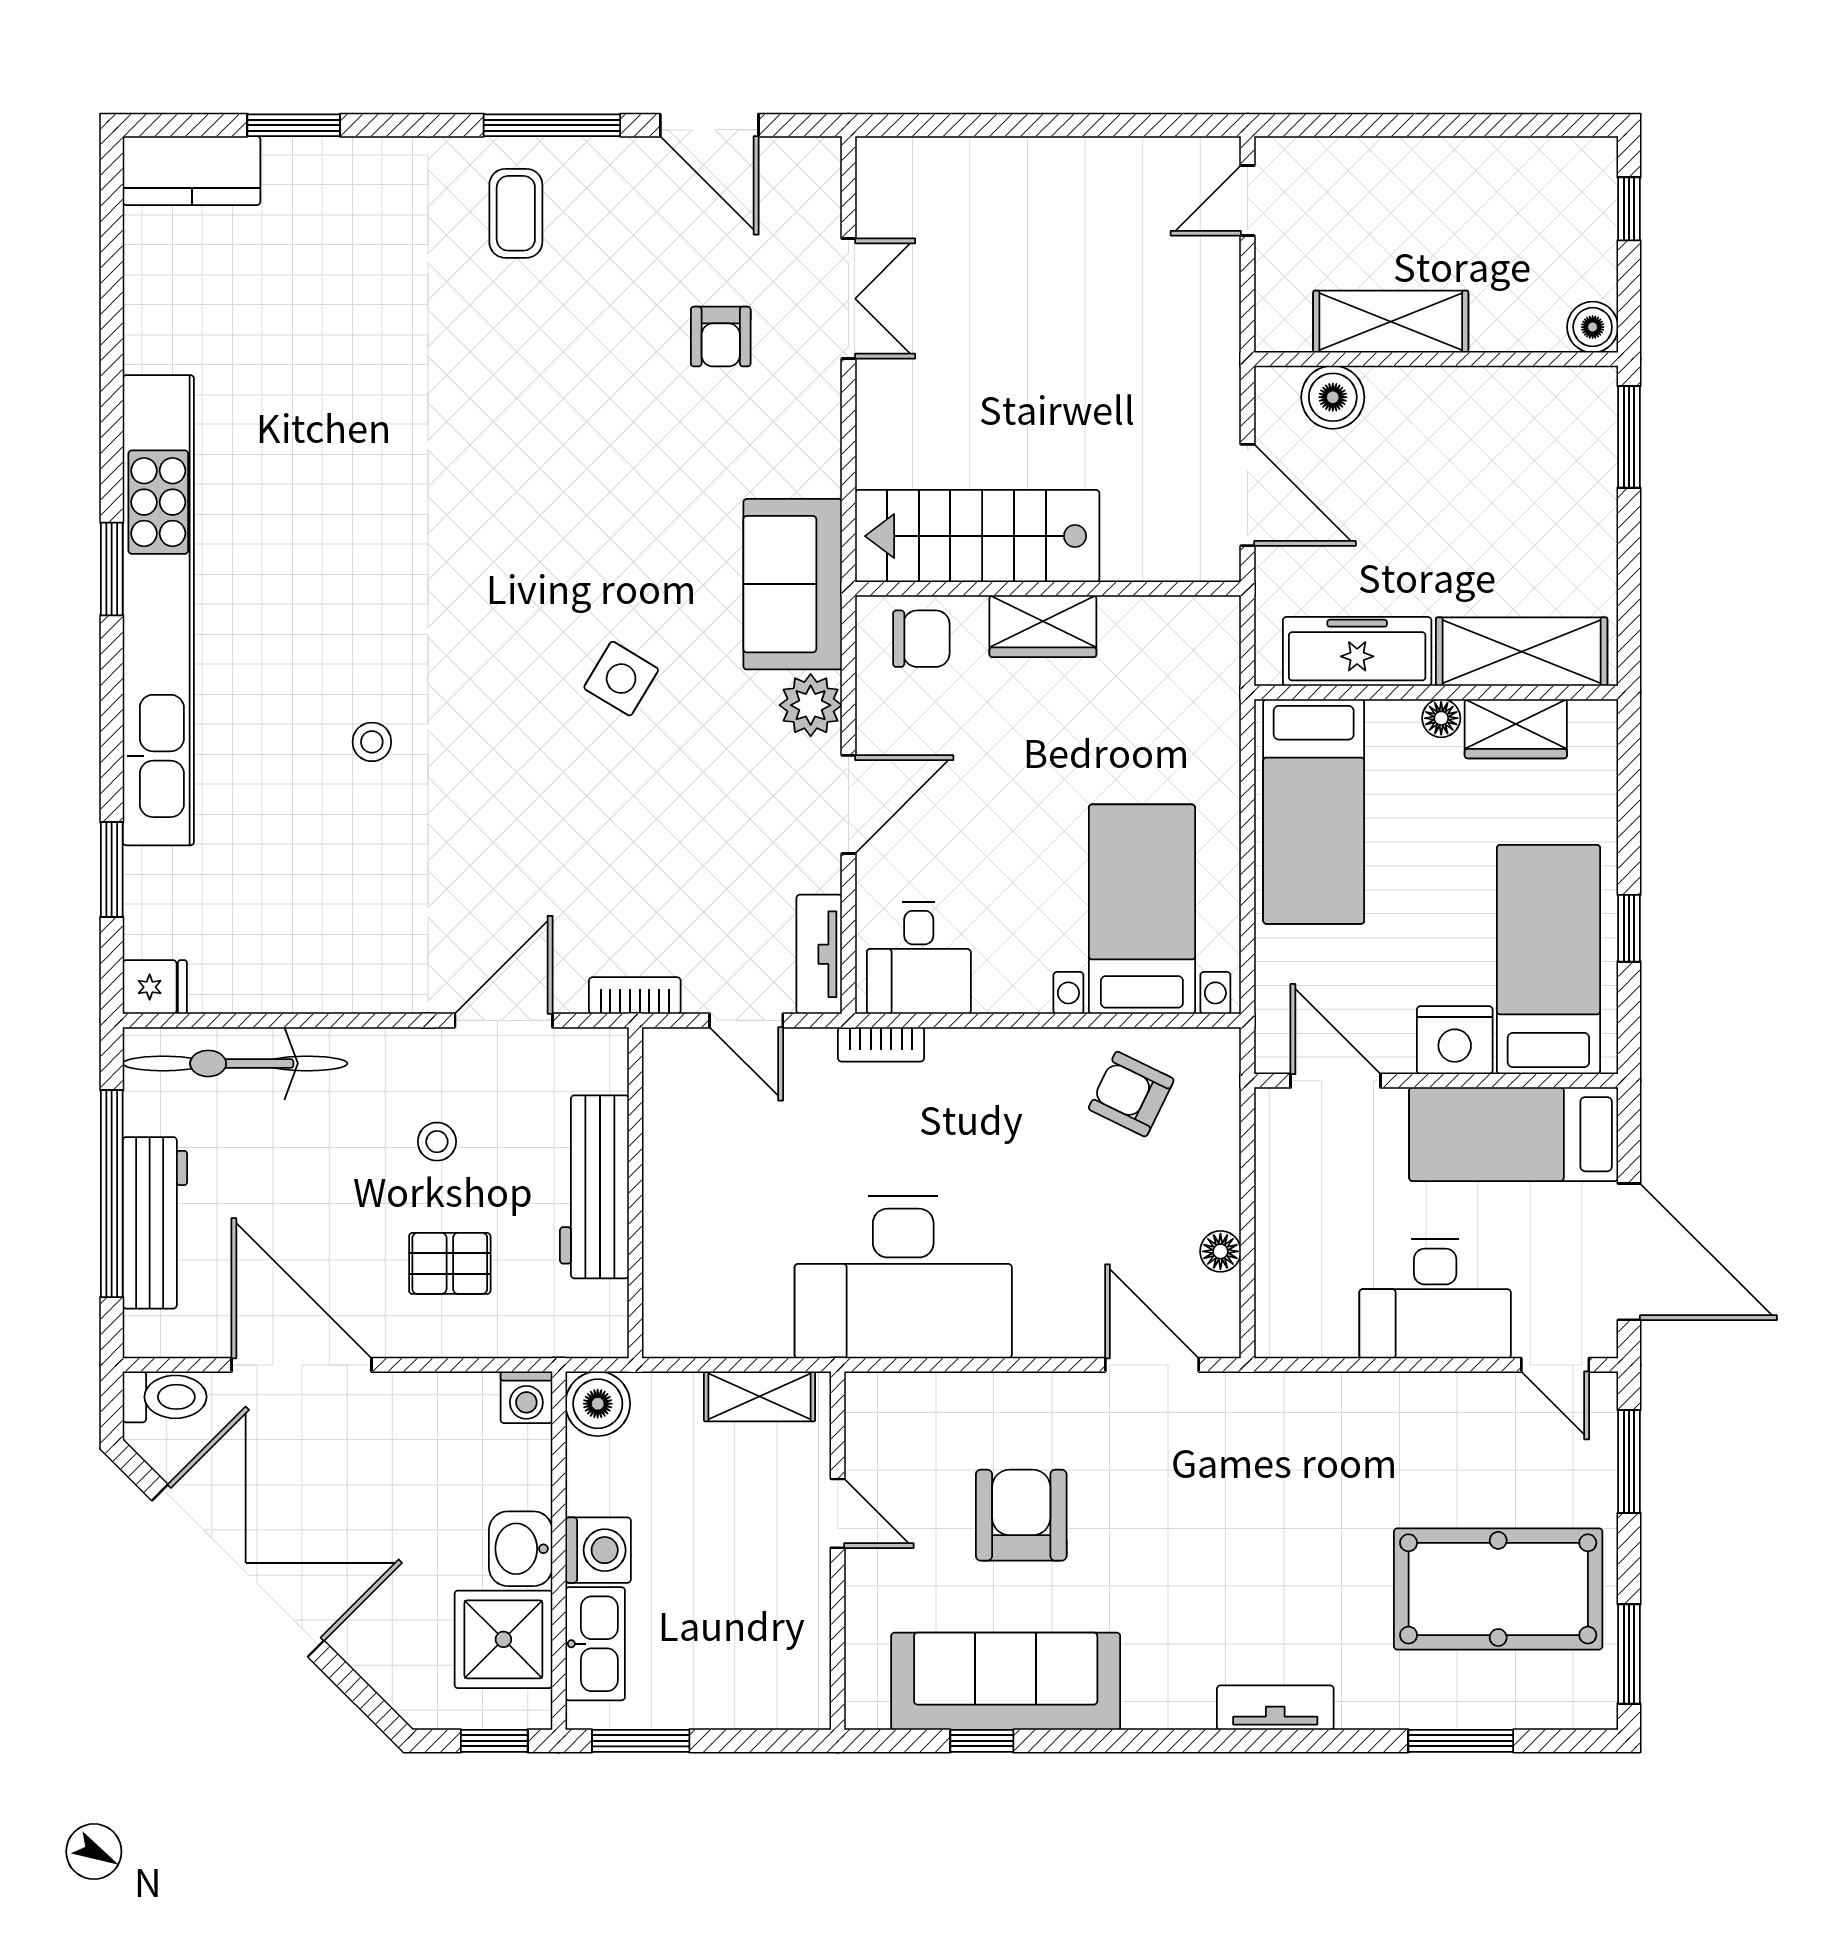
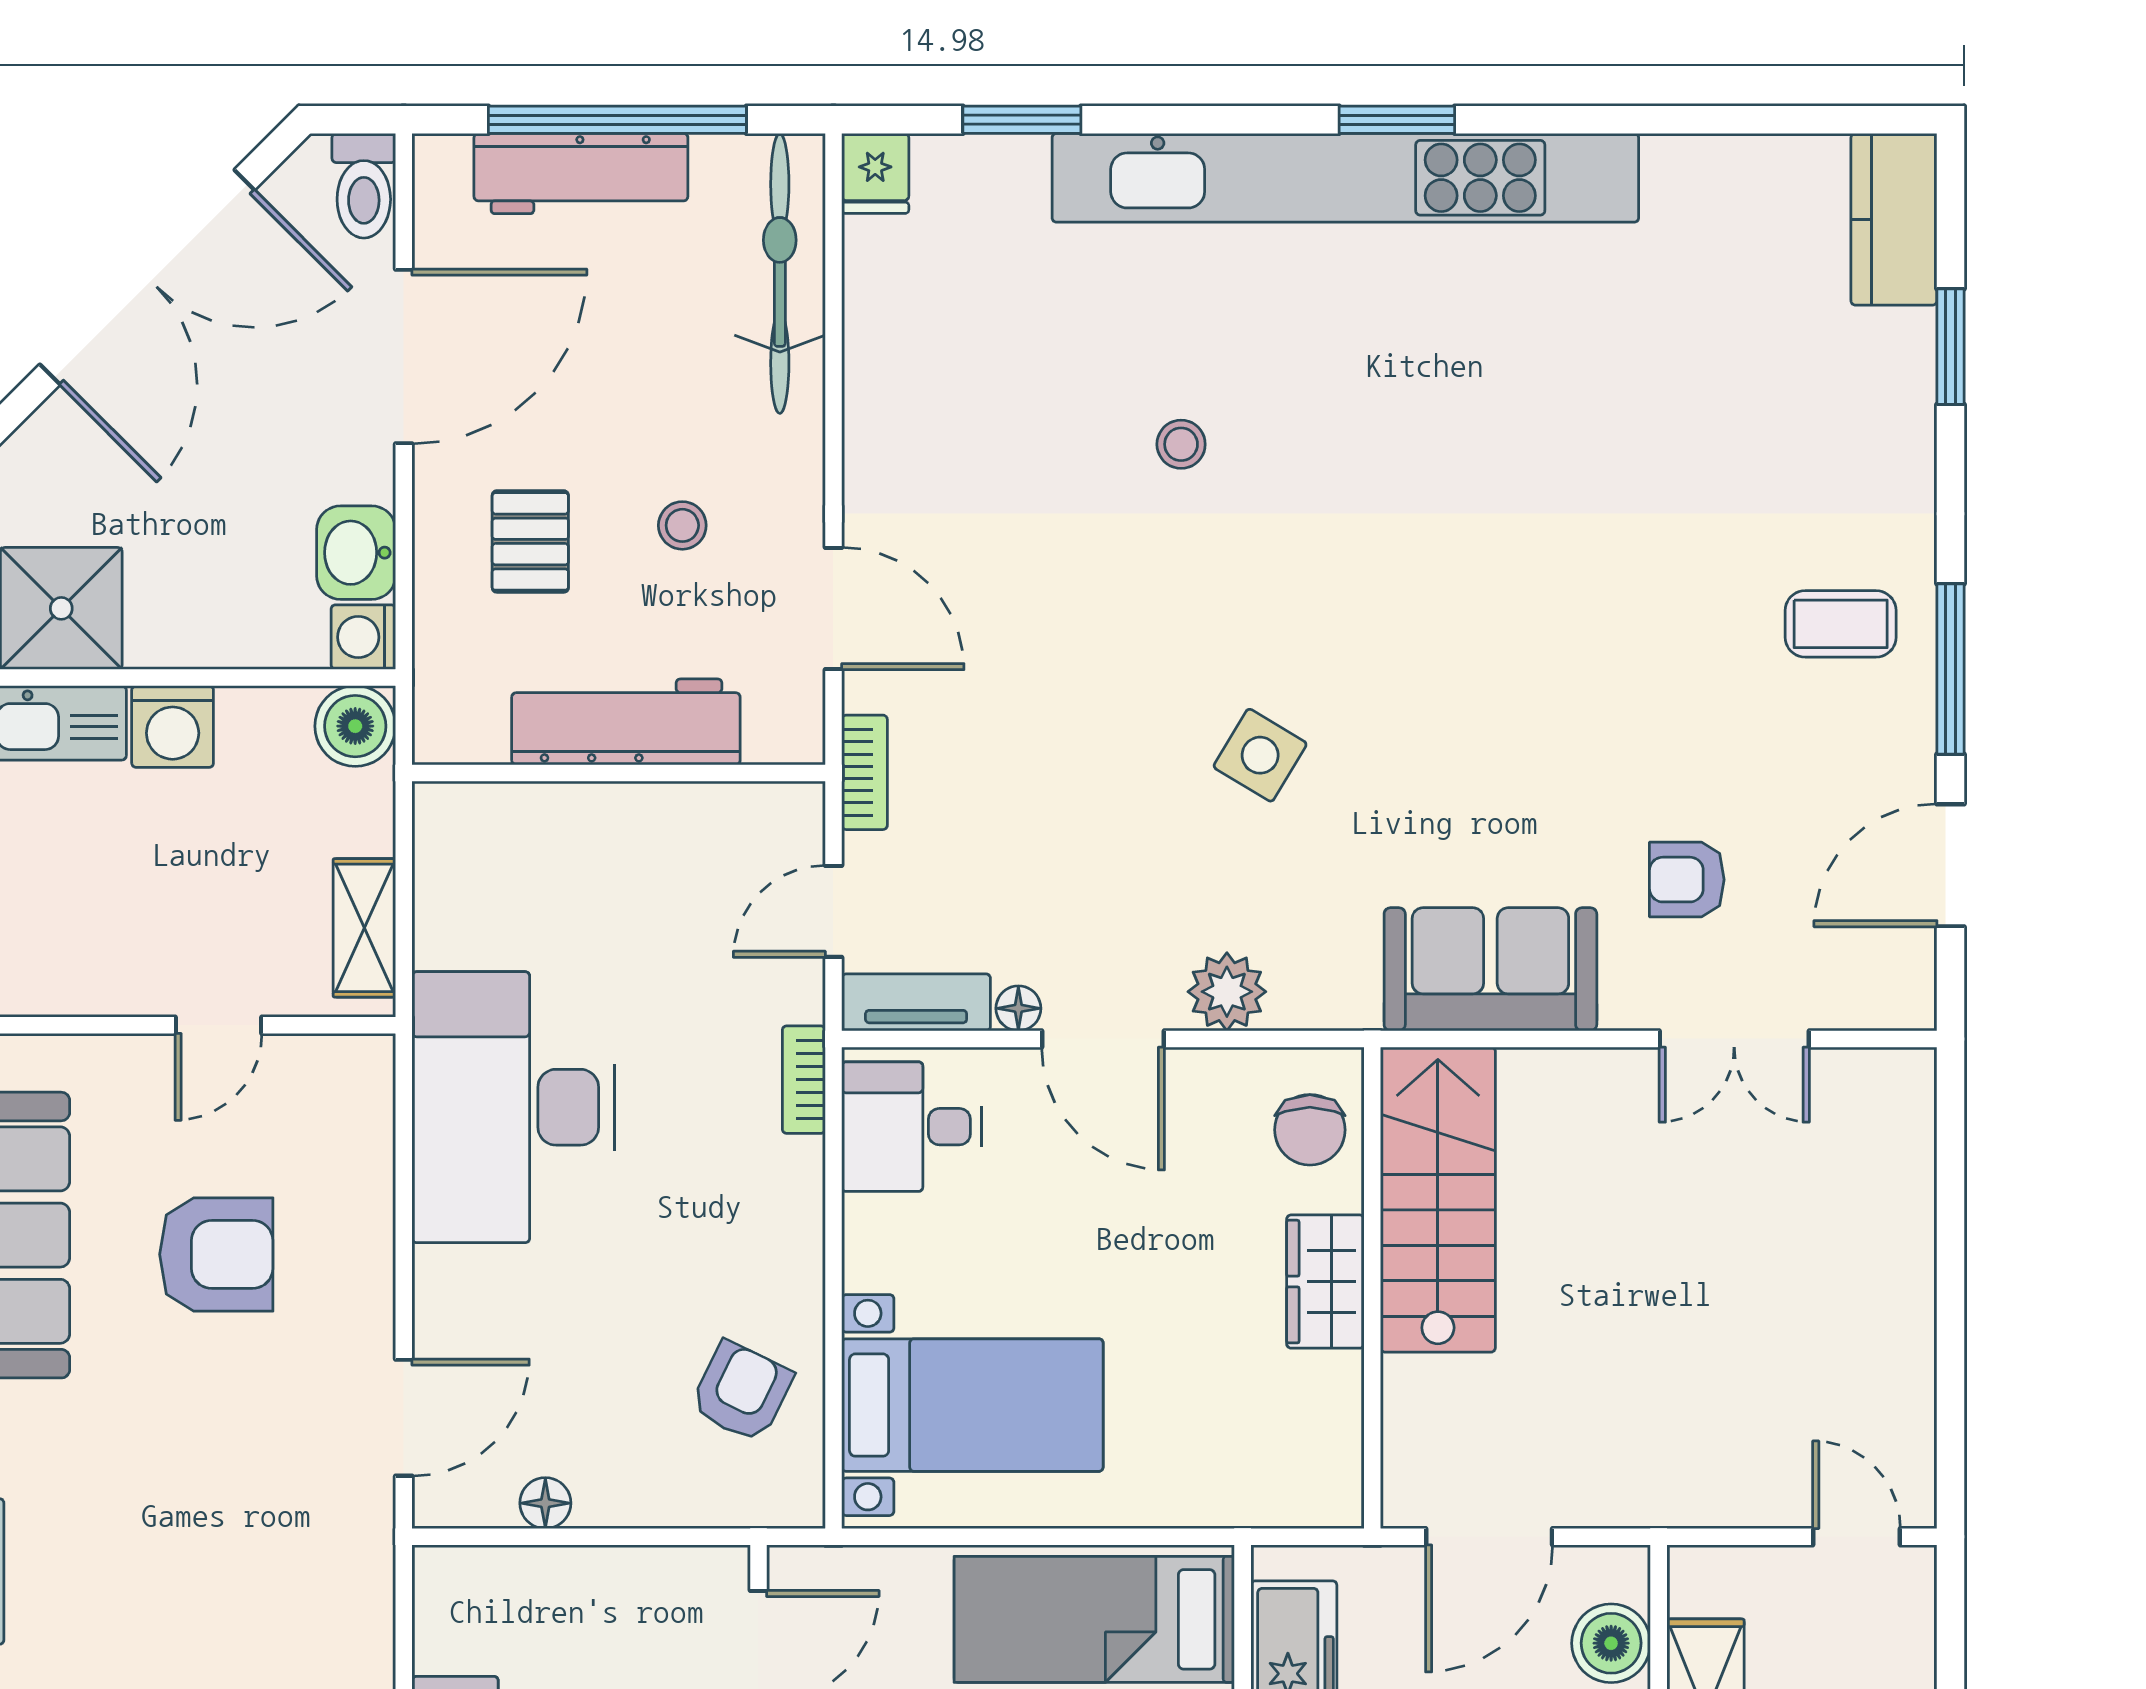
sofa: (793, 584) -> (1490, 969), moved
floor lamp: (824, 872) -> (1018, 1008), added
washbasin: (521, 1549) -> (356, 553), moved, turned -90

